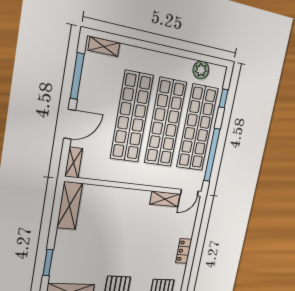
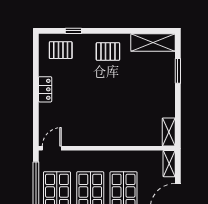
shelving: (165, 199) -> (76, 140), removed
shelving: (70, 206) -> (169, 132), width x0.67, depth x0.75

